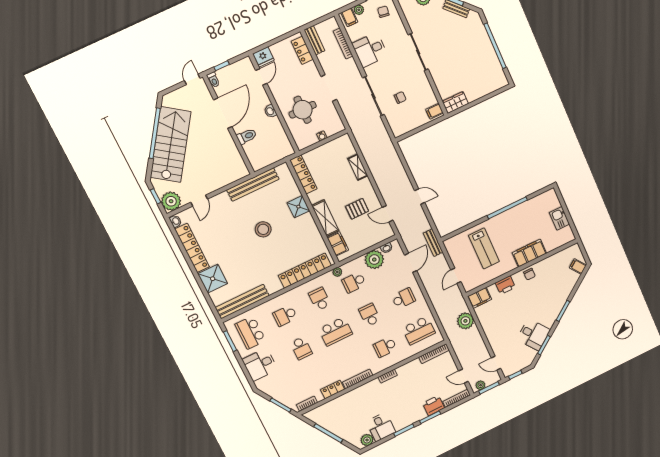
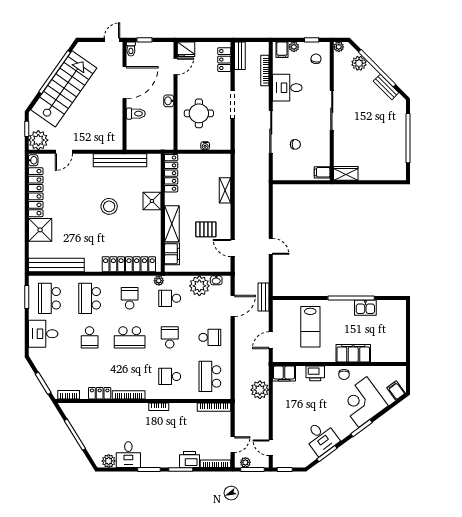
kitchen sink: (559, 218) -> (365, 308), moved, turned -90
corner desk: (555, 289) -> (363, 402), added
school desk: (285, 316) -> (90, 298), width x1.85
school desk: (419, 330) -> (210, 376), turned 90
door: (463, 376) -> (233, 445), swing flipped

